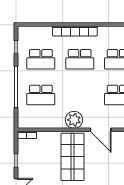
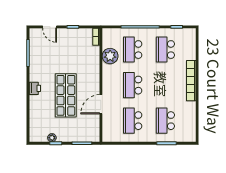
school desk: (80, 59) -> (133, 85), moved
plant: (74, 120) -> (110, 56), moved
shop shelf: (72, 157) -> (66, 95), moved, turned 90

